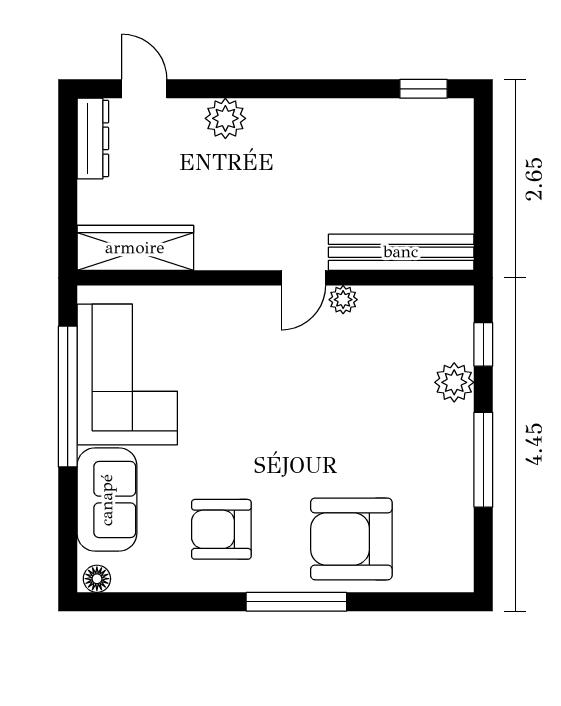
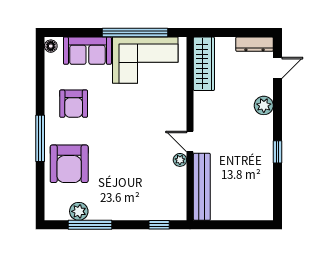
window: (423, 89) -> (277, 152), moved
plant: (454, 382) -> (79, 211), moved
window: (483, 460) -> (90, 225), moved
armchair: (221, 529) -> (74, 104), turned 180
armchair: (351, 539) -> (69, 164), turned 180

